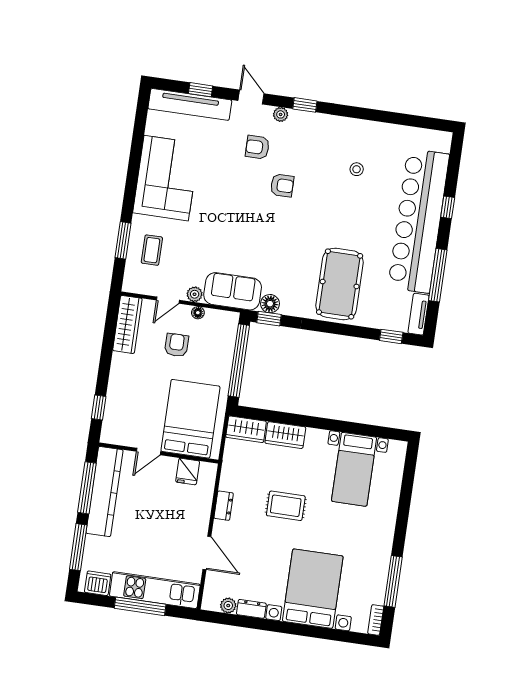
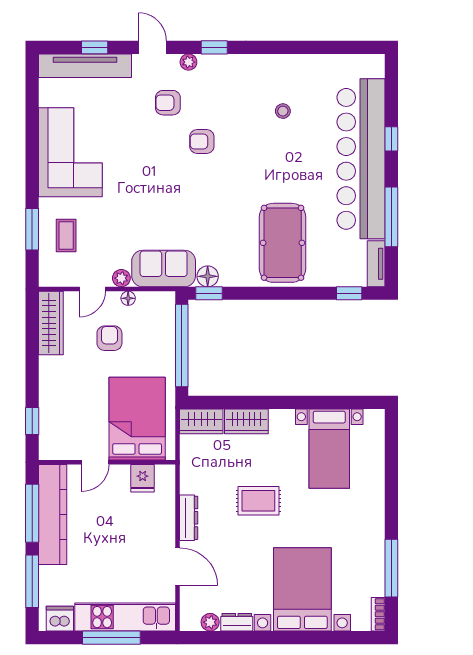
armchair: (282, 185) -> (202, 141), turned 180
dresser: (224, 506) -> (189, 518), width x1.44

